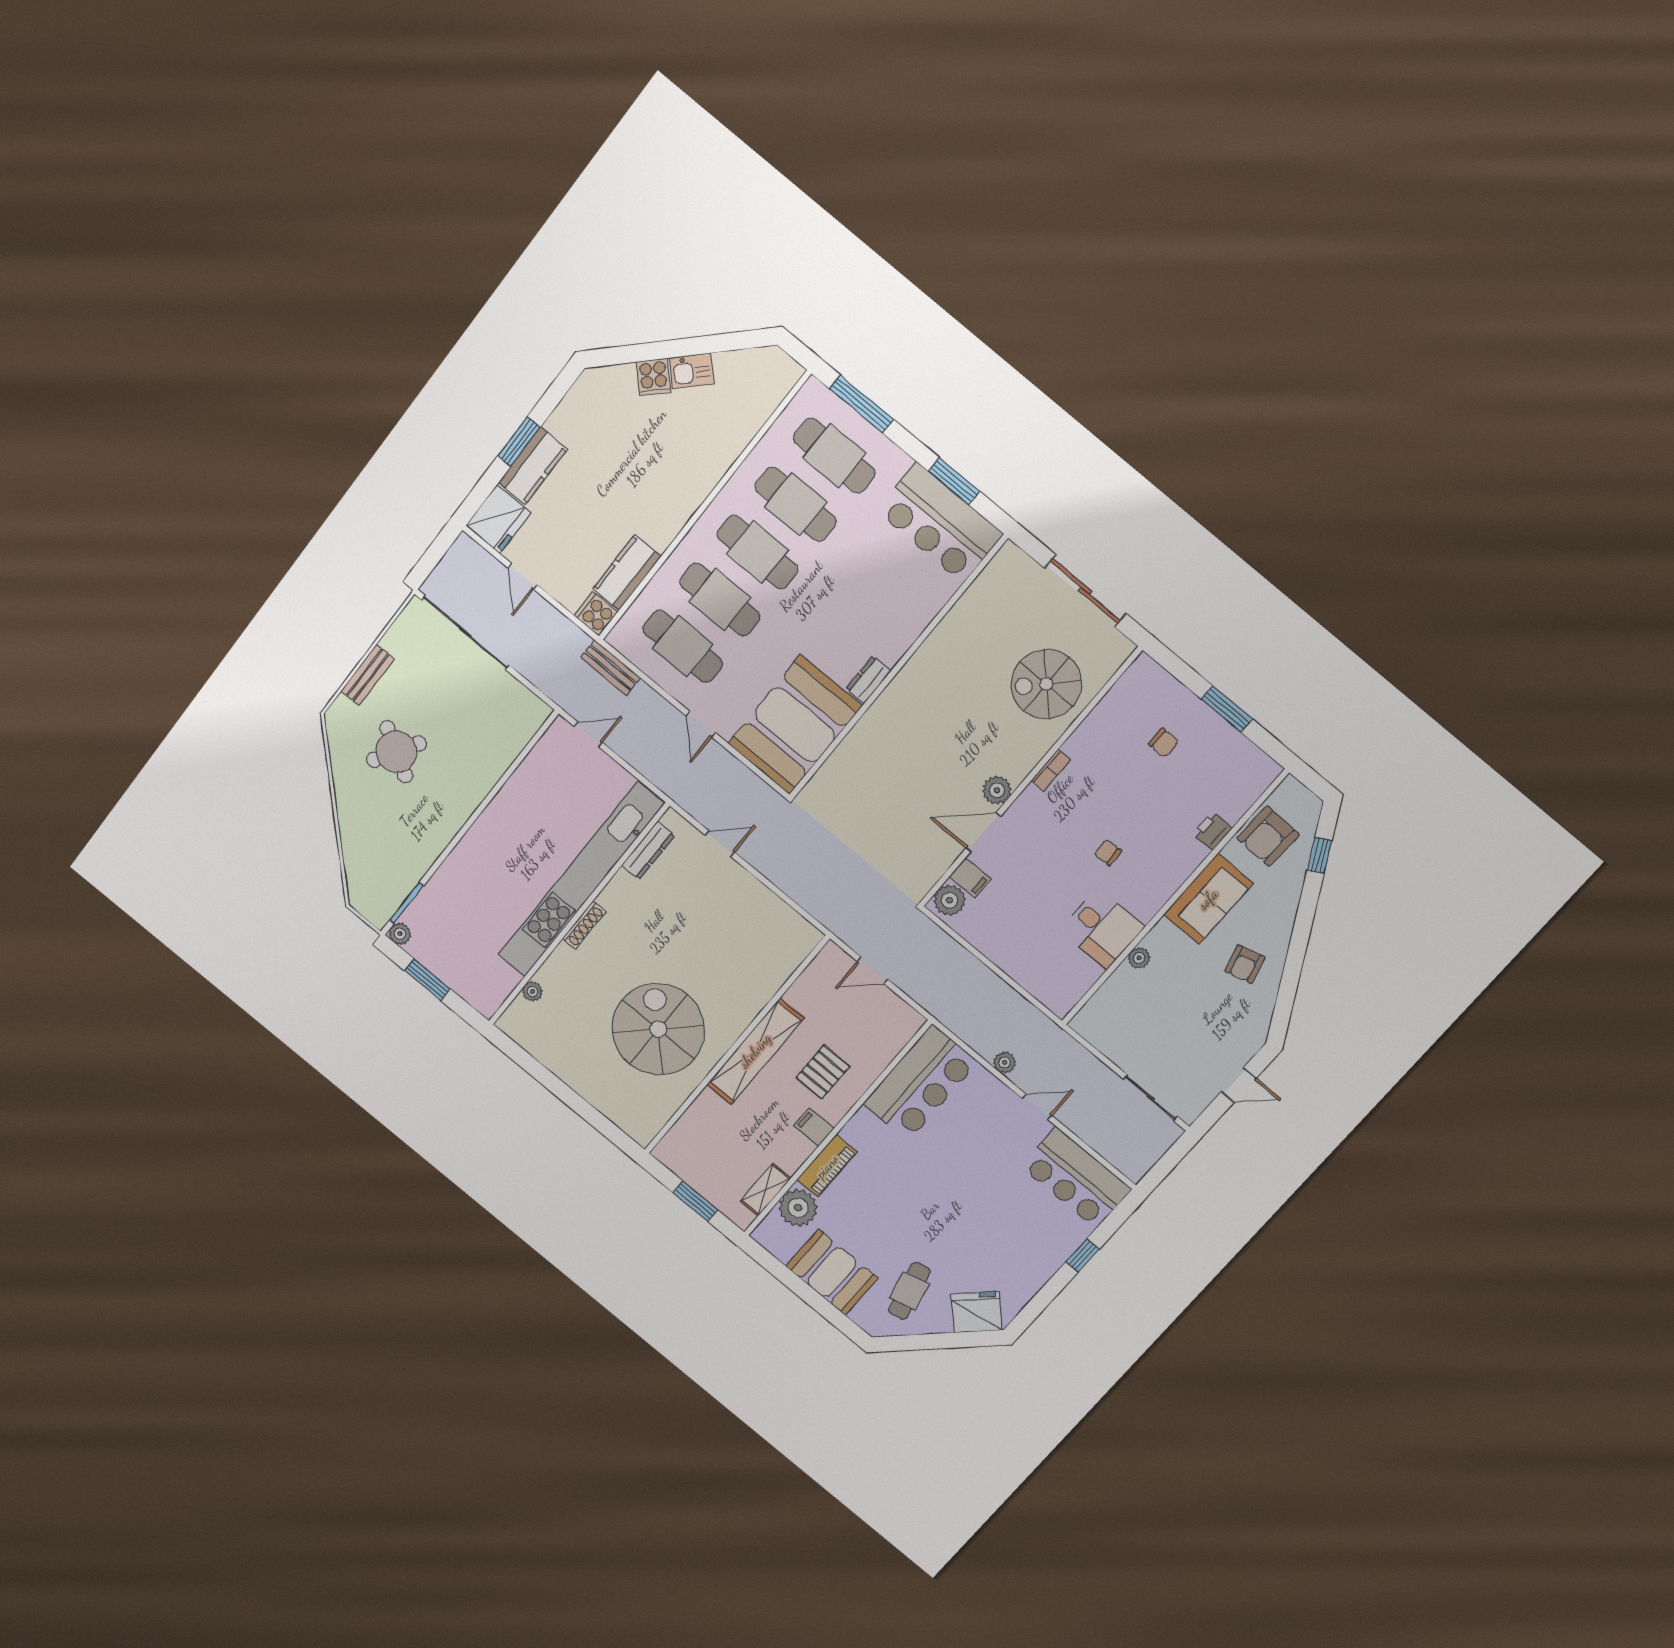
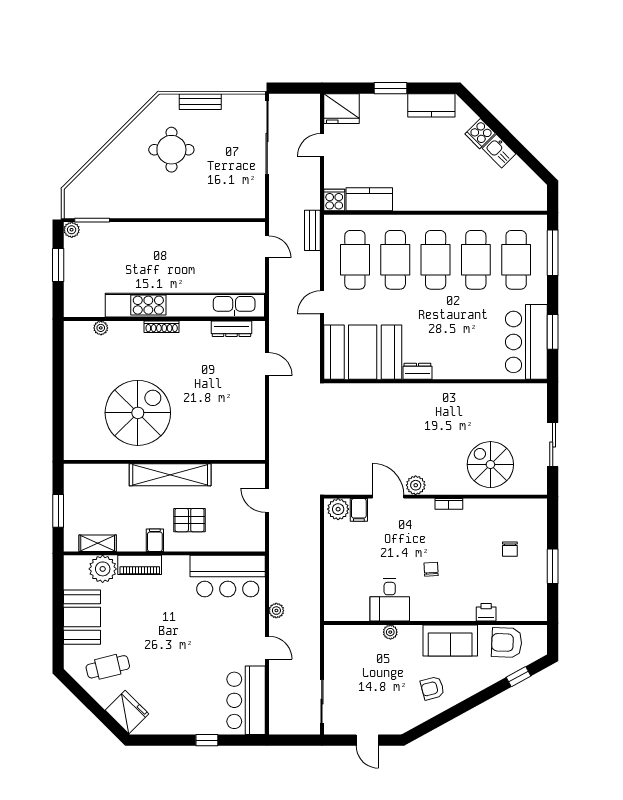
kitchen counter: (533, 466) -> (431, 105), moved
sliding door: (1085, 591) -> (553, 445), width x0.73
round table: (396, 752) -> (171, 150), turned -31

